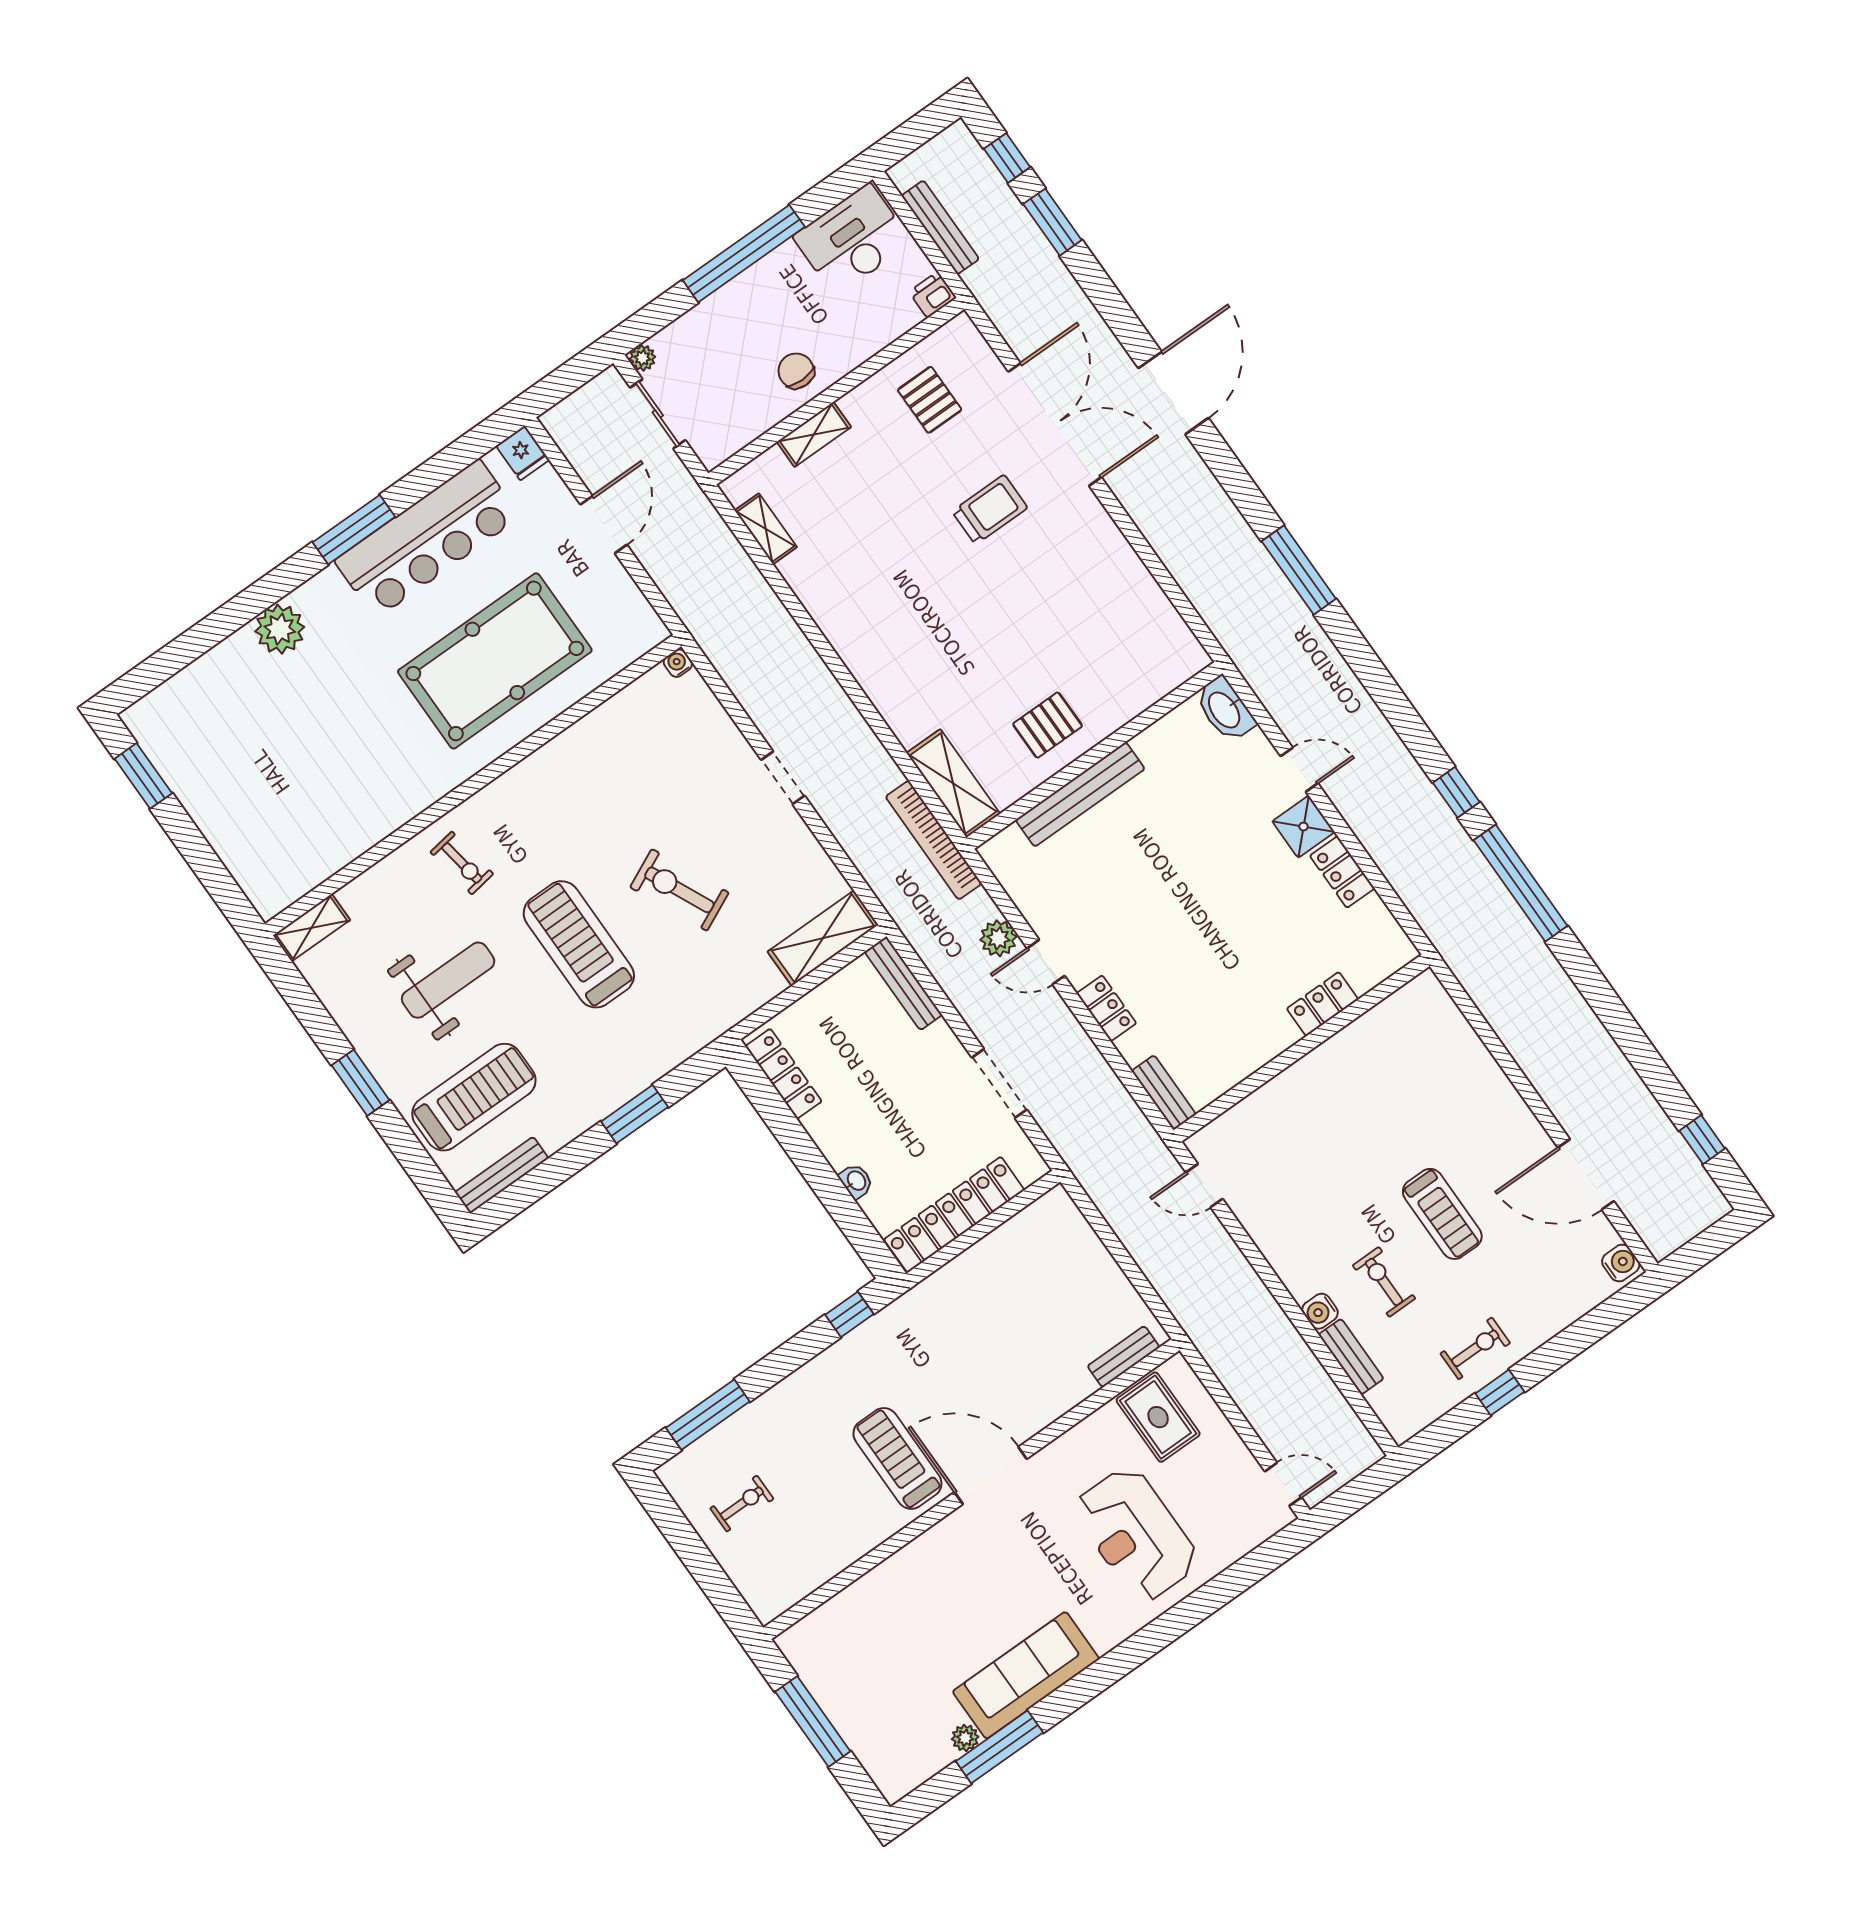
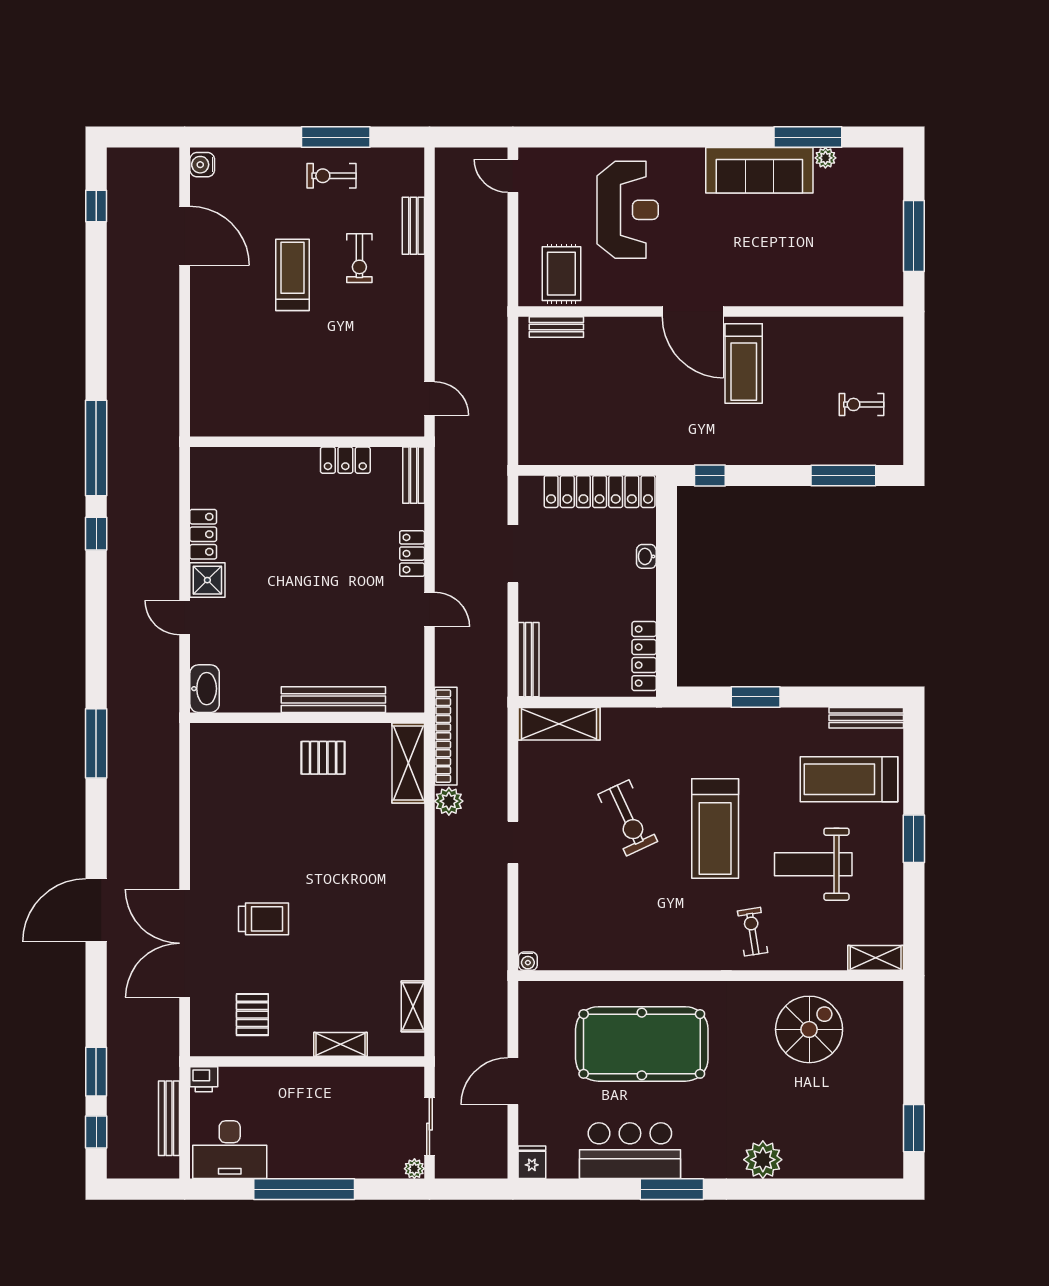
chair: (796, 371) -> (323, 1092), removed
trolley: (990, 510) -> (263, 919), turned 180
bar counter: (427, 539) -> (630, 1151), width x0.73
spiral stairs: (328, 802) -> (809, 1029), added
plant: (998, 938) -> (449, 801), moved
locker: (1322, 1004) -> (345, 460), moved
water cooler: (1320, 1311) -> (413, 268), removed
window: (1500, 1393) -> (336, 137), width x2.17

